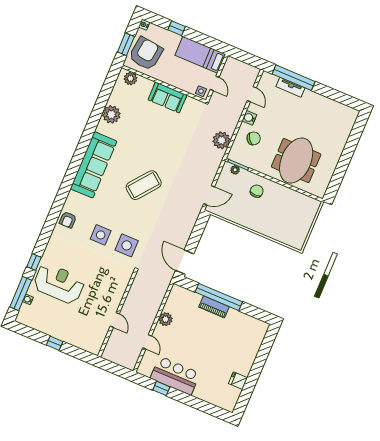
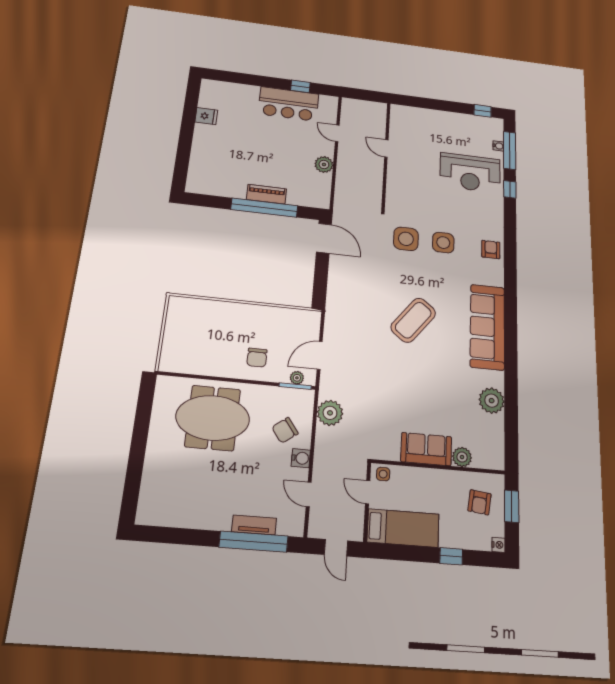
armchair: (146, 54) -> (479, 502), width x0.53, depth x0.53
door: (246, 57) -> (336, 548), added
plant: (131, 78) -> (462, 457), moved
meeting table: (296, 161) -> (213, 418), turned 90
door: (209, 195) -> (320, 355), moved
window: (55, 343) -> (483, 111), moved

